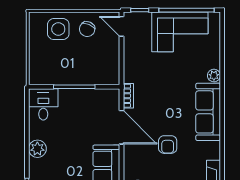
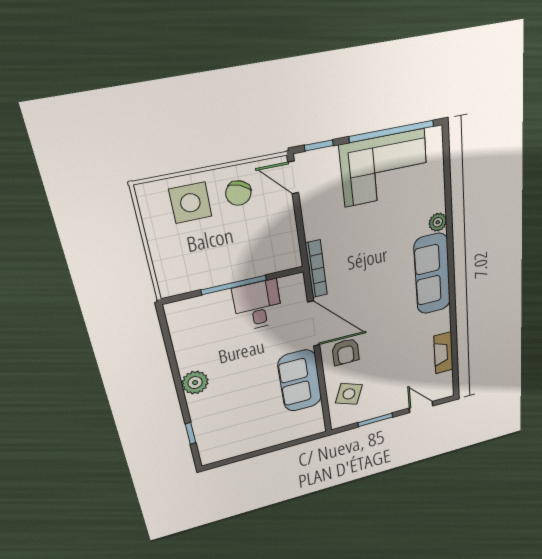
bookcase: (128, 96) -> (316, 269), width x1.56
desk: (43, 104) -> (258, 305), moved
armchair: (168, 145) -> (346, 352), moved

